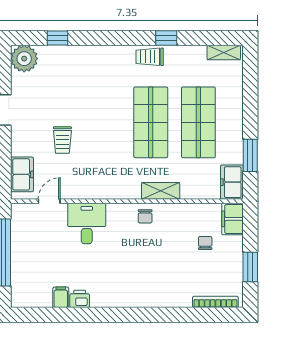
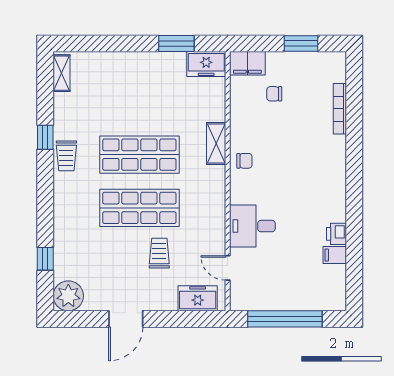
shop shelf: (198, 122) -> (139, 208), moved
trolley: (62, 140) -> (159, 253), turned -90
bookcase: (215, 302) -> (340, 109), moved

